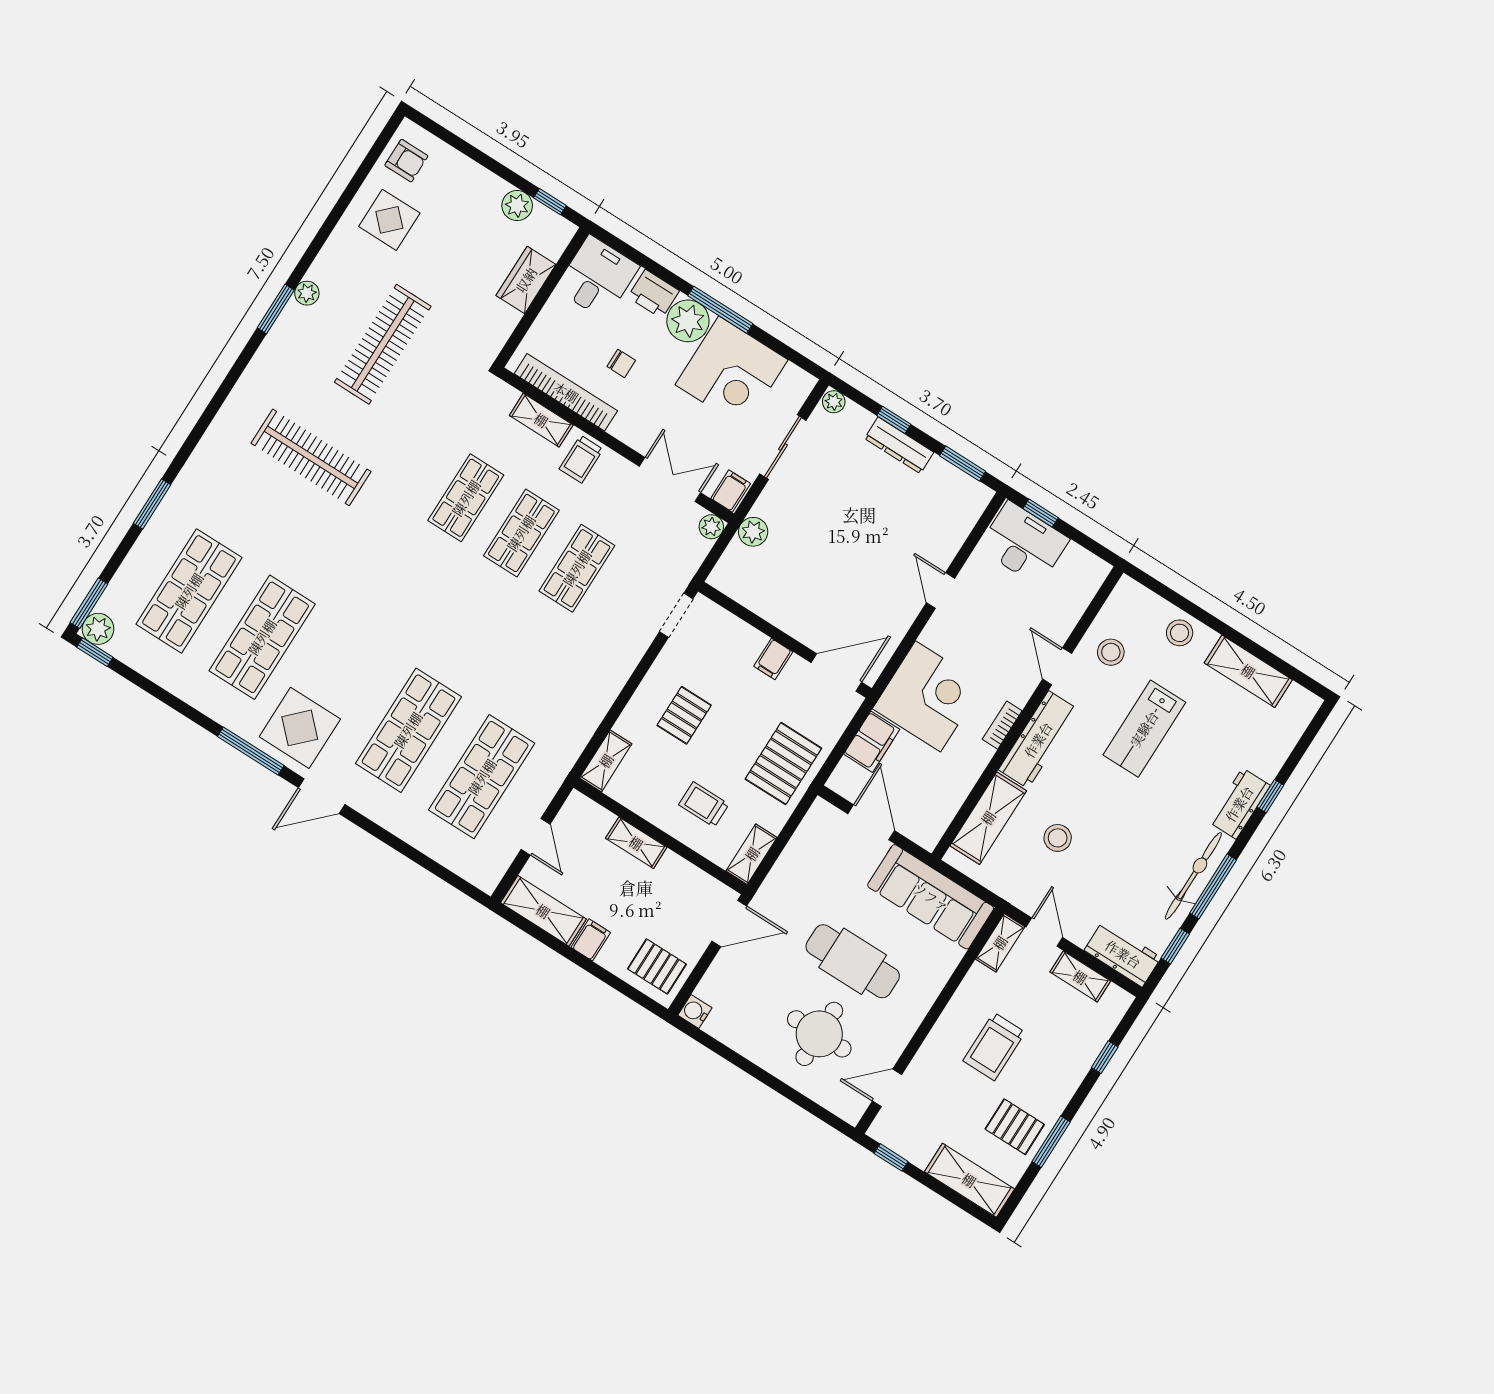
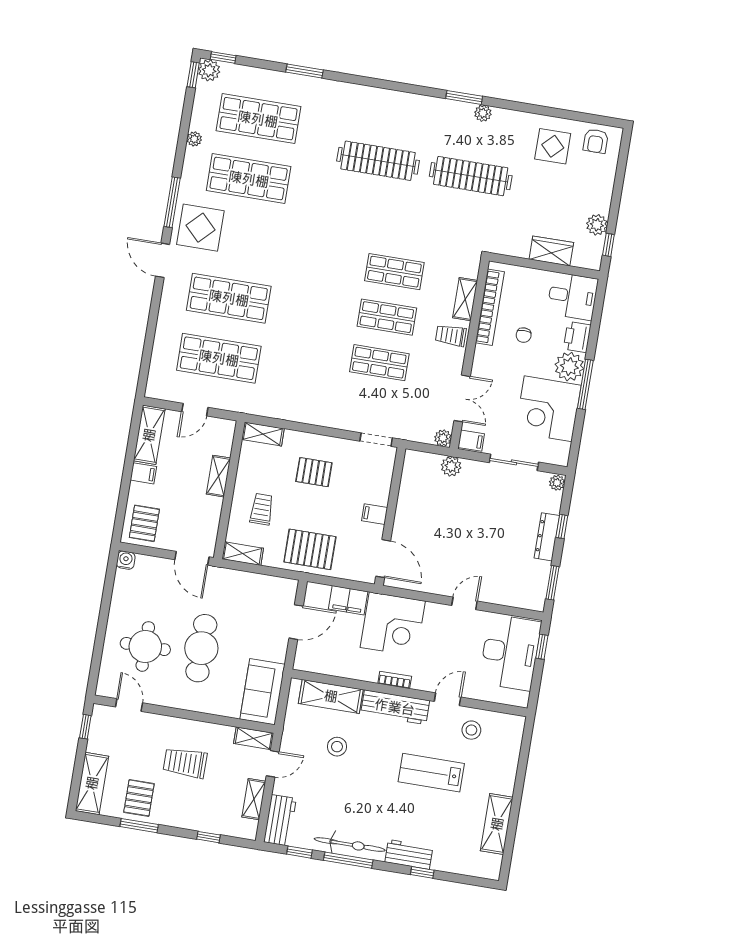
clothes rail: (311, 457) -> (378, 161), turned 90
desk: (1024, 543) -> (510, 652), width x1.36, depth x1.30
window: (89, 603) -> (223, 58), width x0.67
stool: (1180, 633) -> (503, 769), removed
plant: (180, 687) -> (194, 139), added
sofa: (931, 897) -> (262, 692), width x0.73

